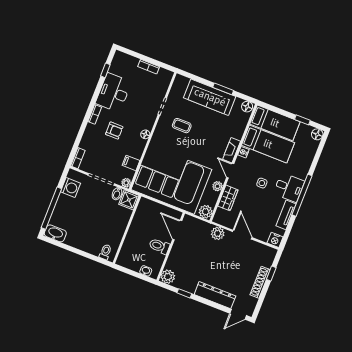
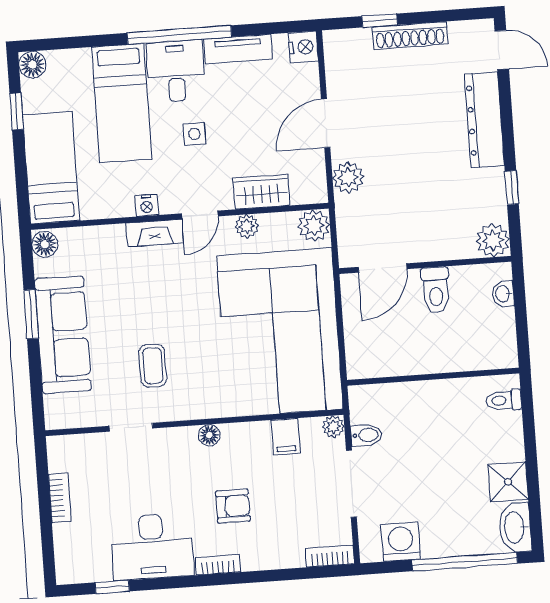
armchair: (114, 131) -> (233, 506), turned 90
bed: (268, 144) -> (122, 103), moved, turned 180
shower: (129, 200) -> (508, 482), moved

